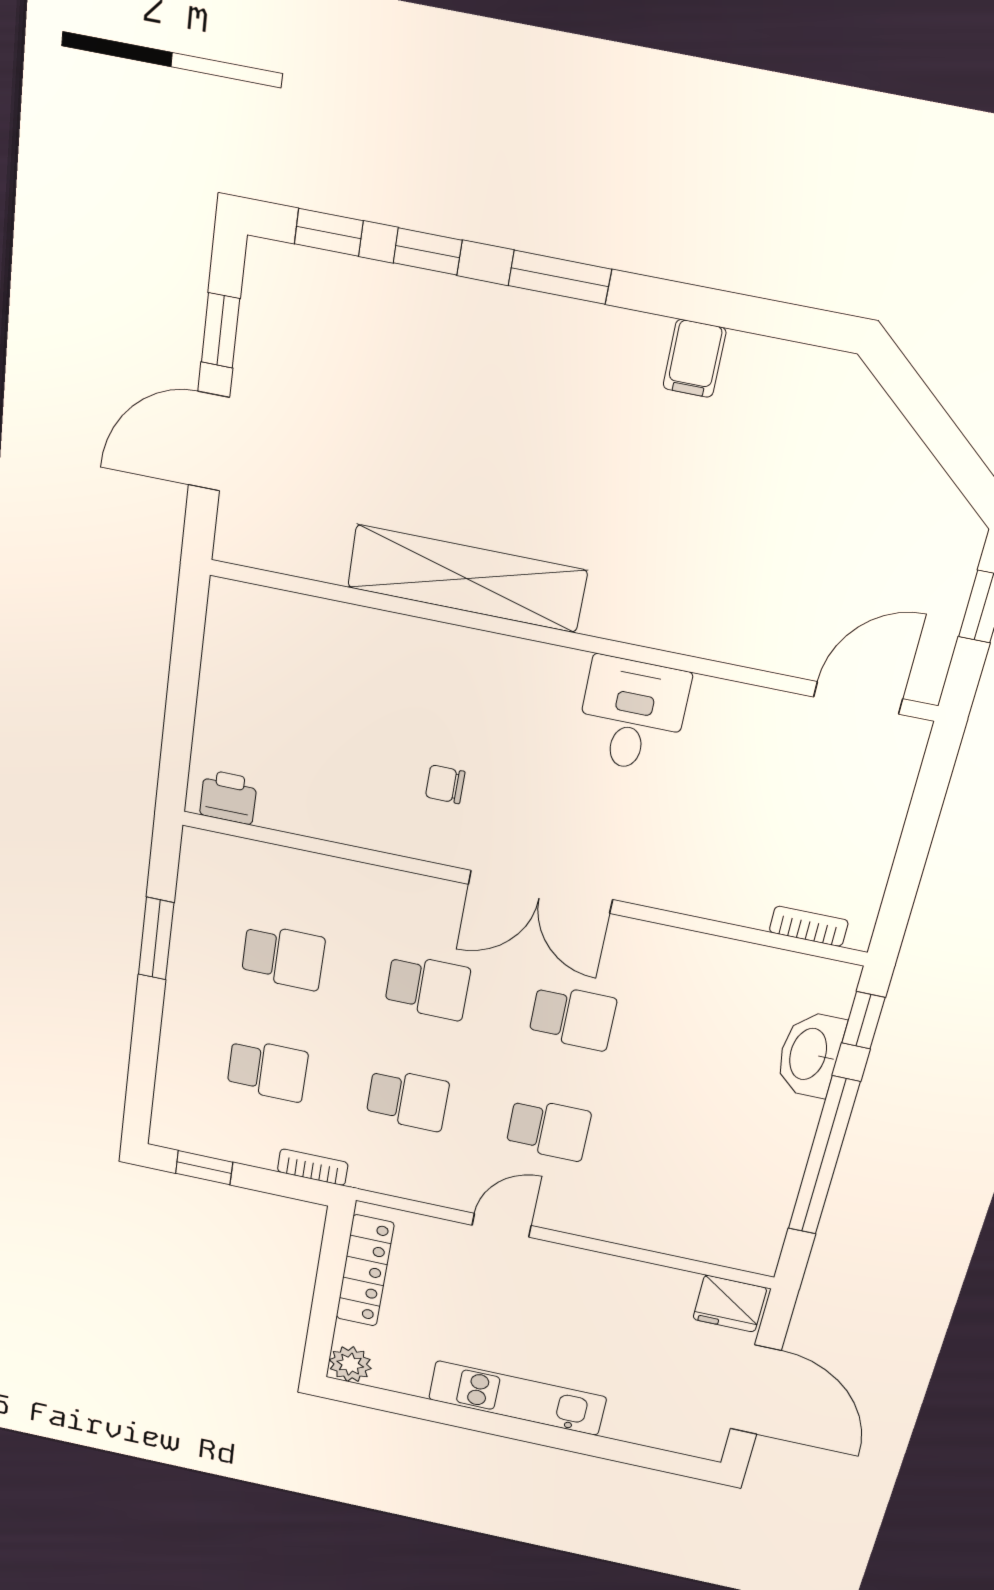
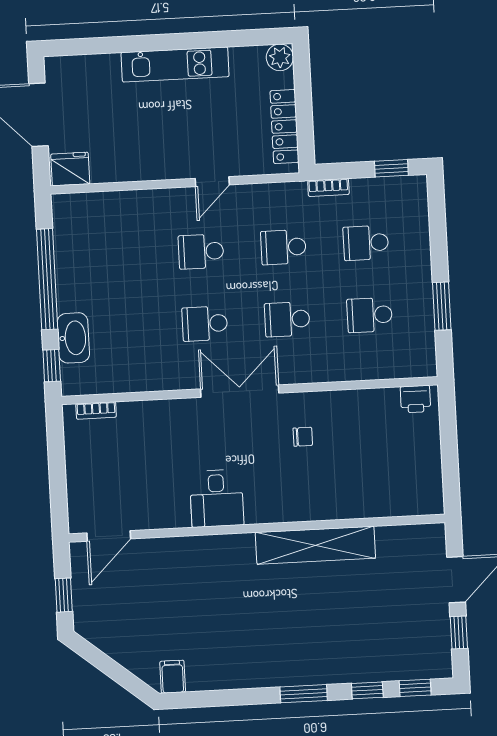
filing cabinet: (694, 358) -> (173, 677), moved

